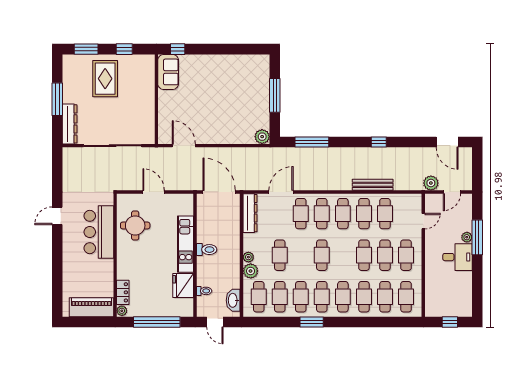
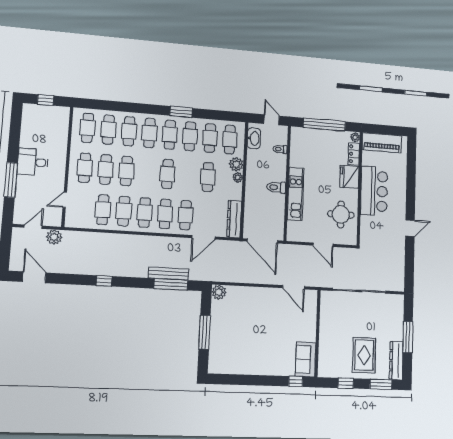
dresser: (70, 124) -> (396, 360), moved
bench: (373, 185) -> (168, 274), moved
bar counter: (99, 232) -> (374, 191), moved
plant: (467, 237) -> (22, 181), removed
fridge: (183, 285) -> (349, 177), moved, turned 180

